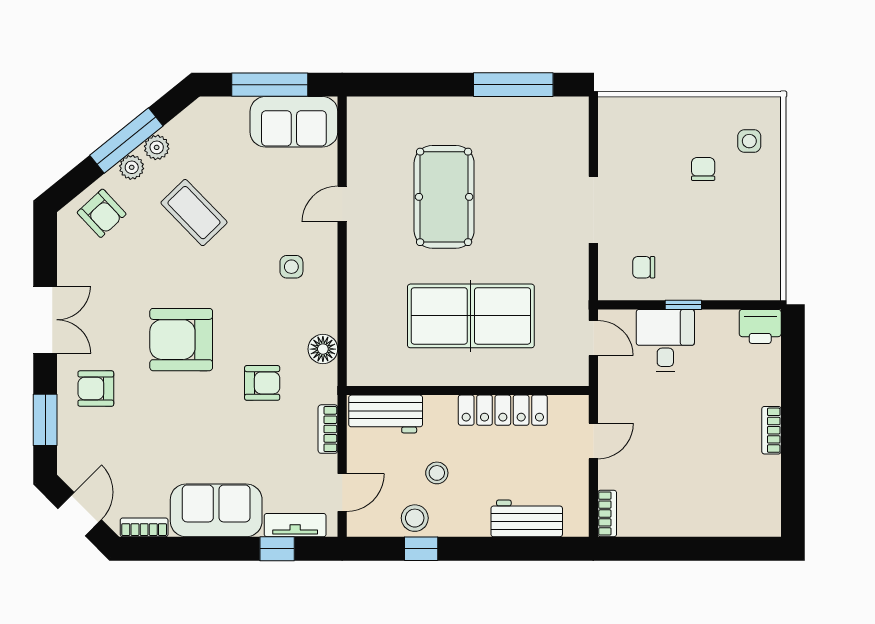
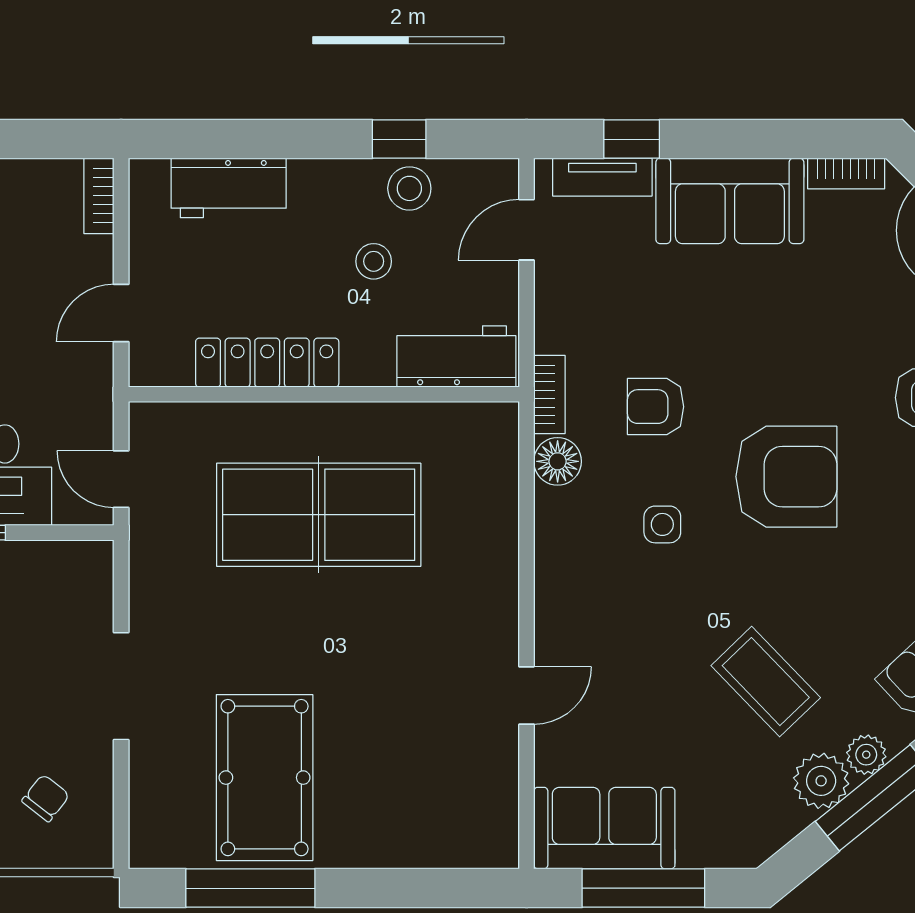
plant: (157, 147) -> (821, 781), width x1.38, depth x1.38
pool table: (444, 197) -> (265, 778), moved
side table: (291, 267) -> (662, 524), moved
chair: (644, 267) -> (46, 798), moved, turned -52
bookcase: (328, 429) -> (549, 394), moved

